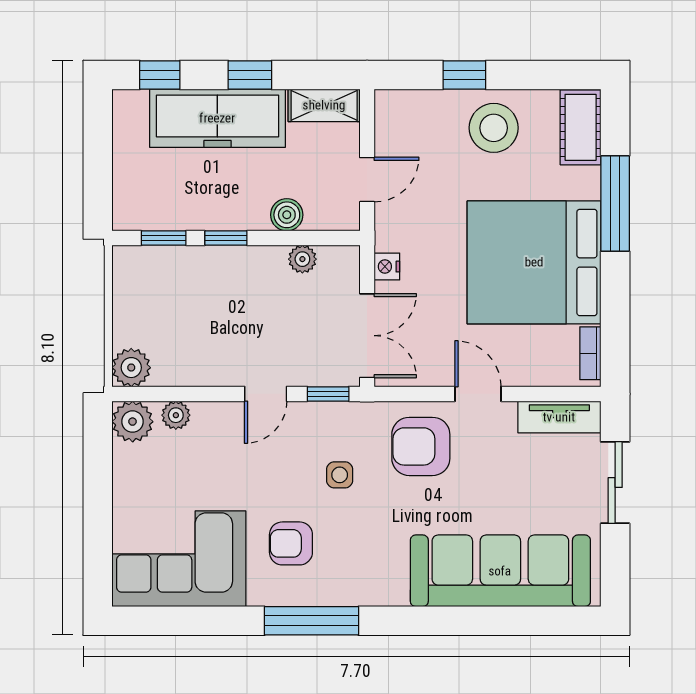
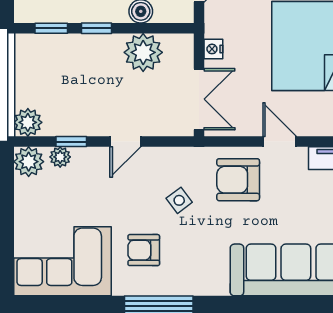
plant: (302, 259) -> (143, 52), width x1.88, depth x1.88
window: (328, 394) -> (71, 142), moved
side table: (340, 475) -> (179, 200), turned -37

